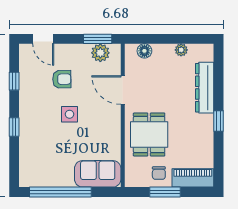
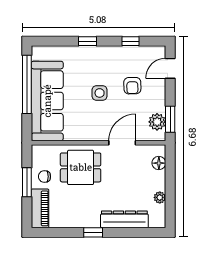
sofa: (98, 174) -> (47, 101), width x1.85, depth x1.27

